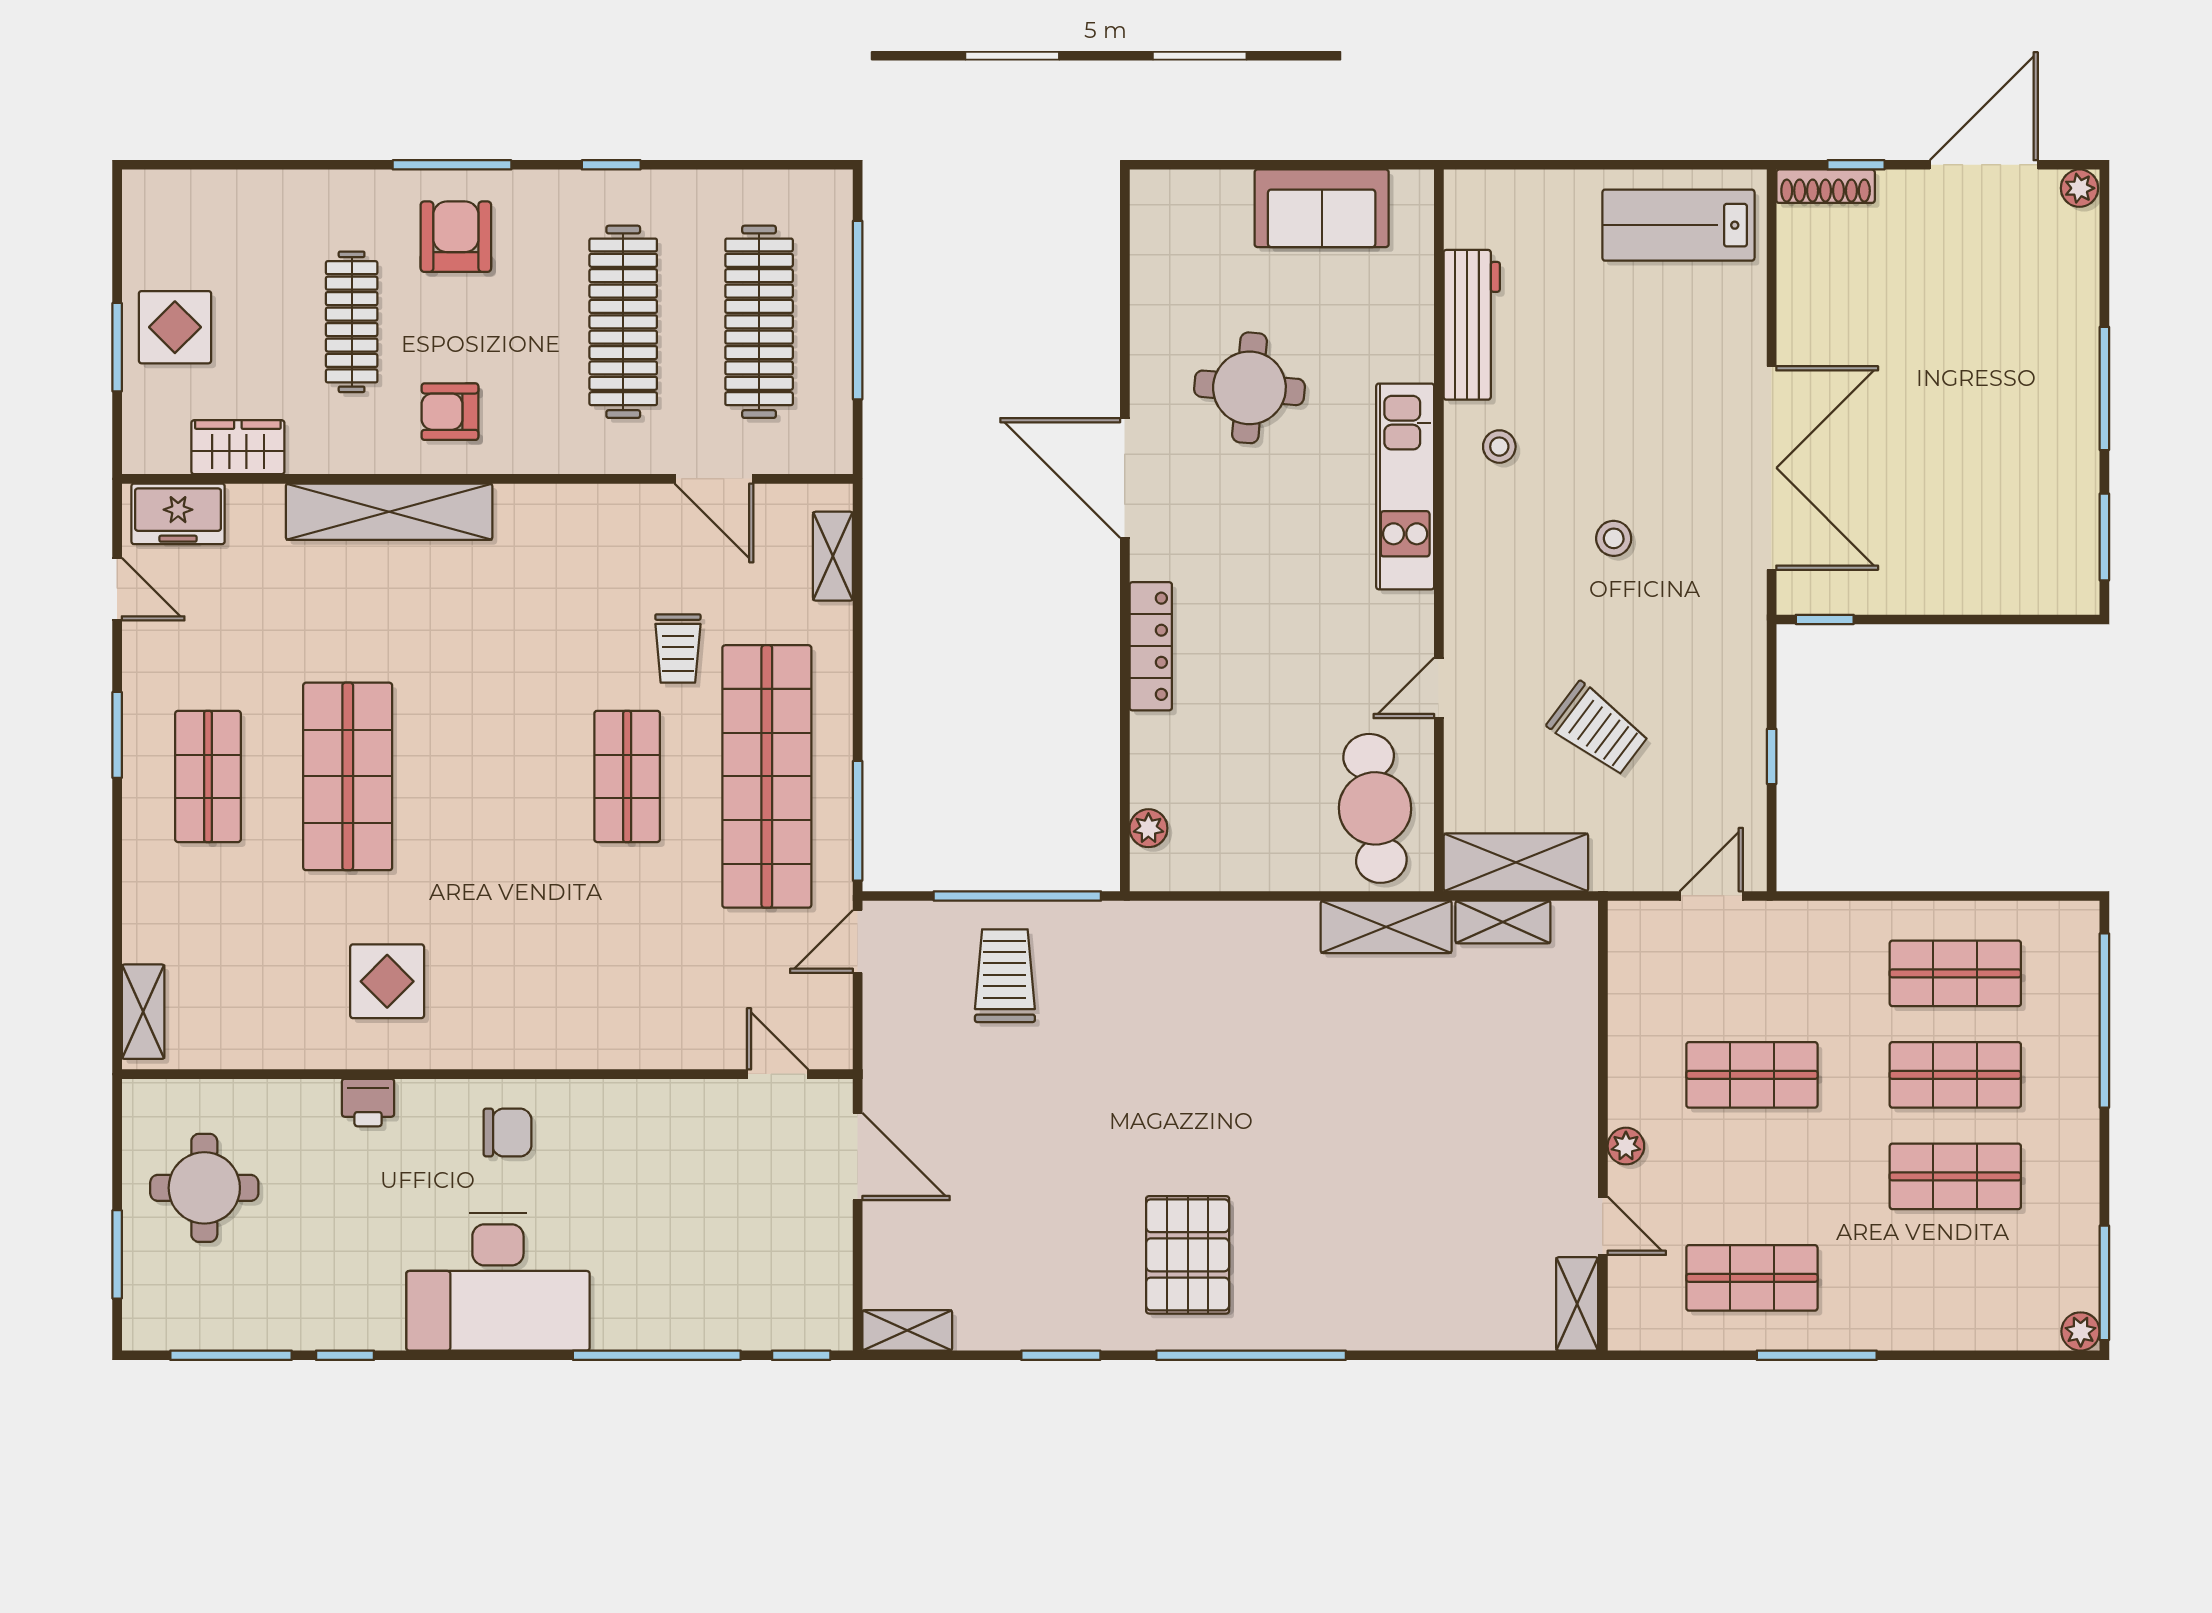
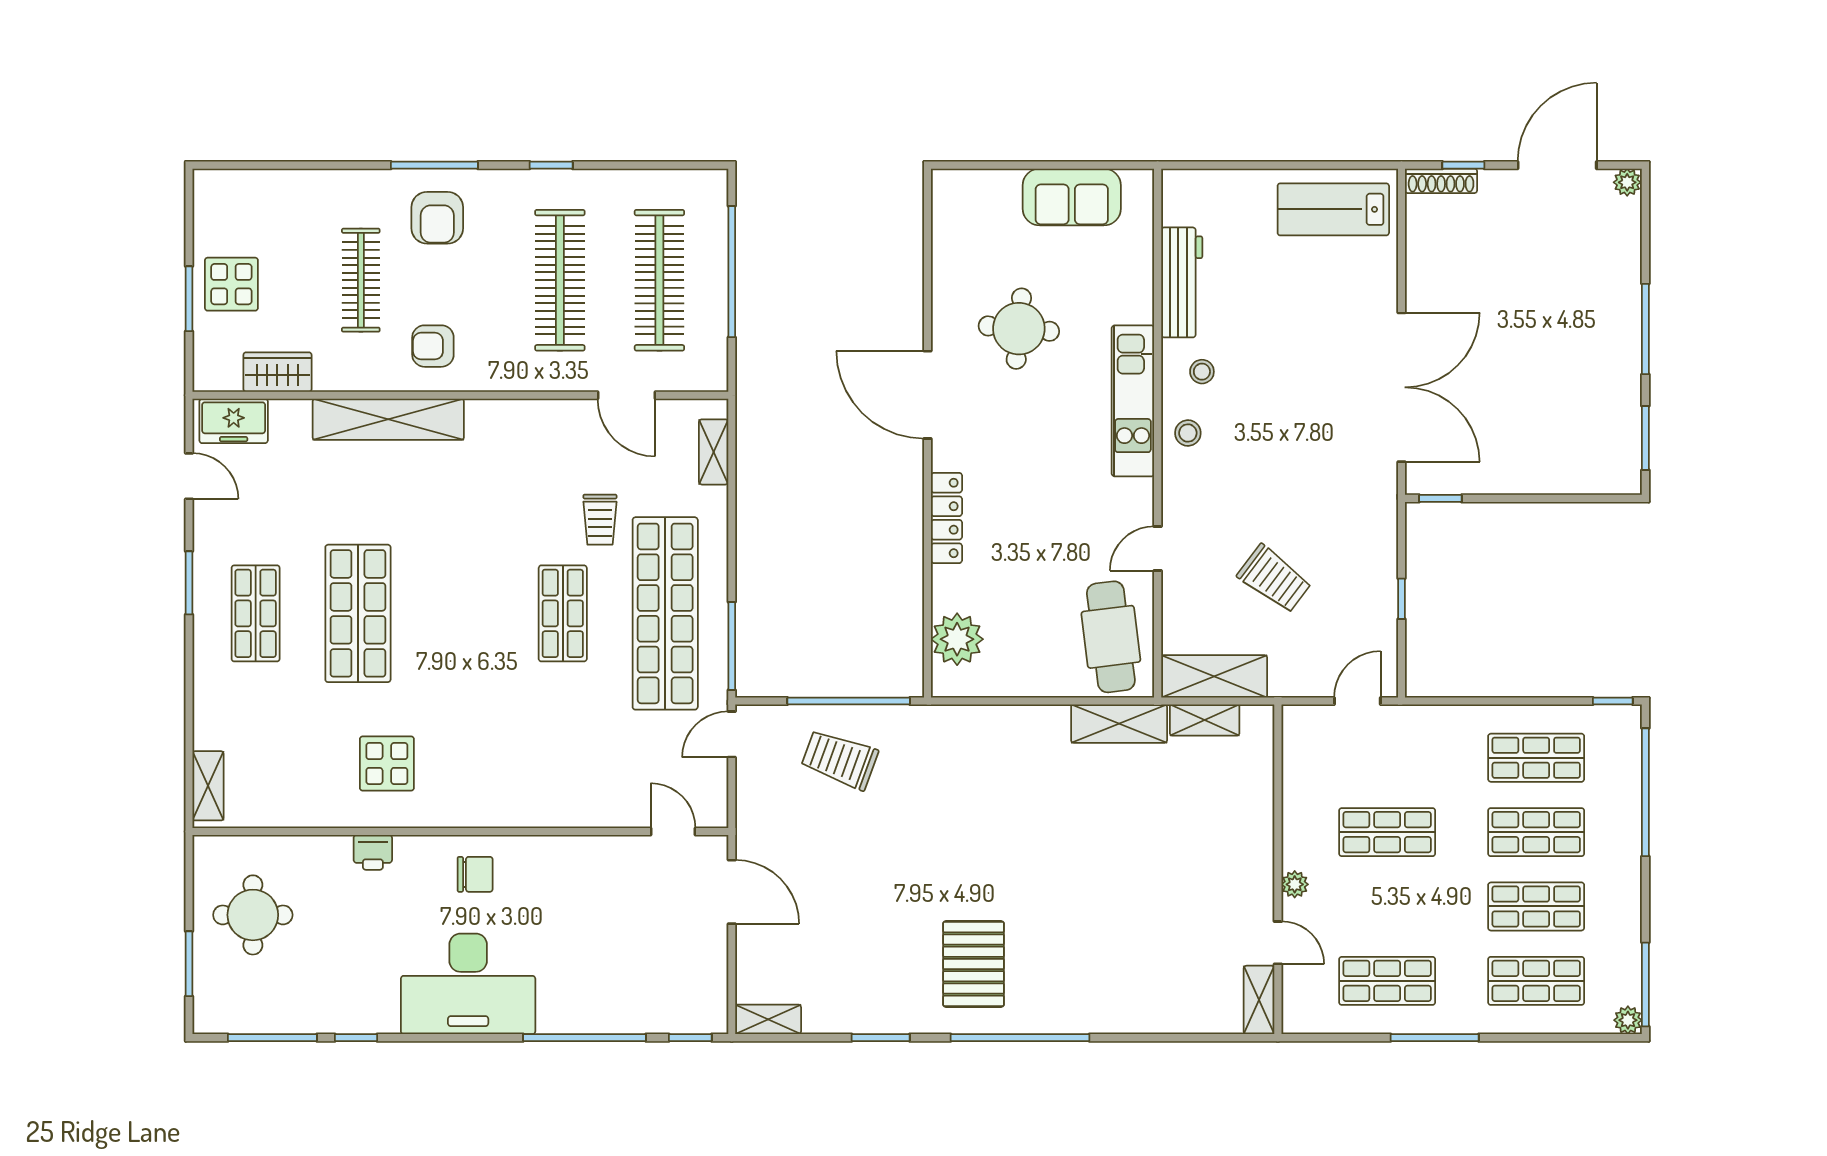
armchair: (456, 237) -> (437, 218), turned 180
stool: (1614, 538) -> (1188, 433), moved
plant: (1148, 828) -> (957, 639), width x1.88, depth x1.88
window: (2060, 896) -> (1613, 701), added
trolley: (1005, 976) -> (840, 759), turned -70
shop shelf: (1955, 1278) -> (1536, 981), added

